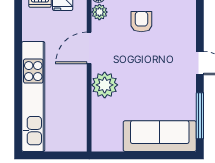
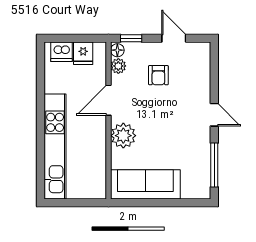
armchair: (141, 22) -> (158, 75), turned 180
sofa: (160, 136) -> (145, 184), moved

